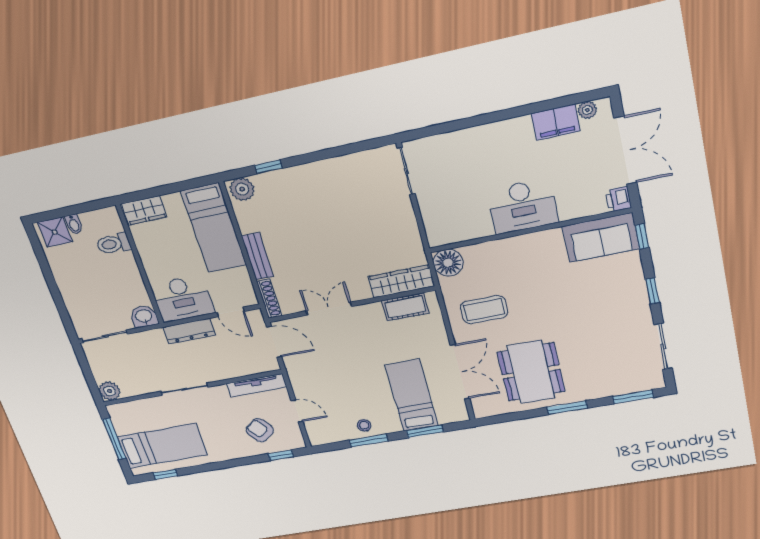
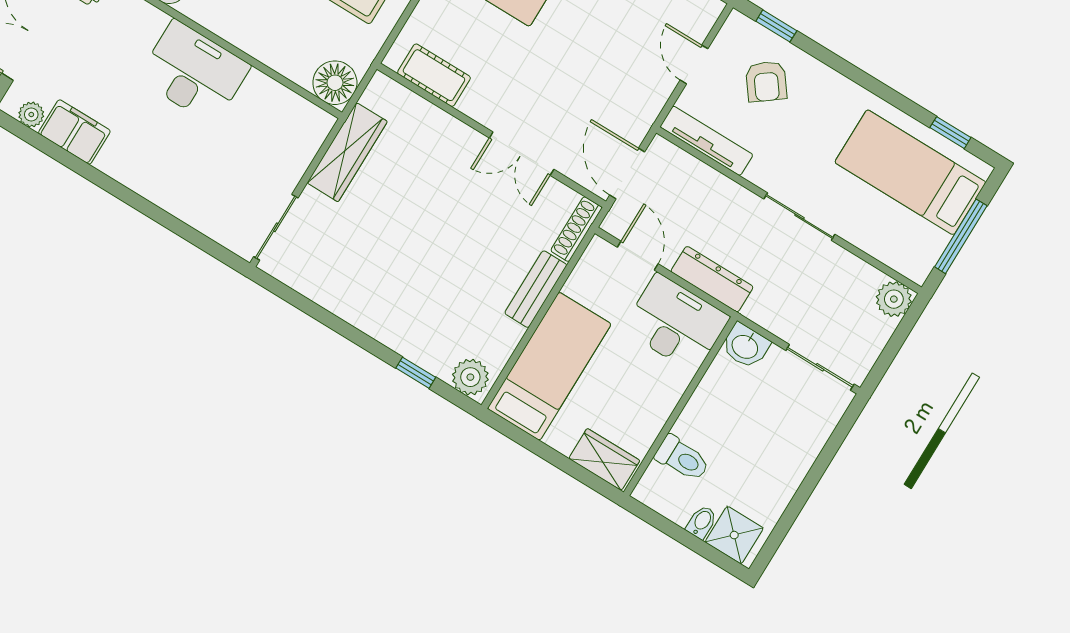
wardrobe: (401, 281) -> (347, 152), moved, turned -90

